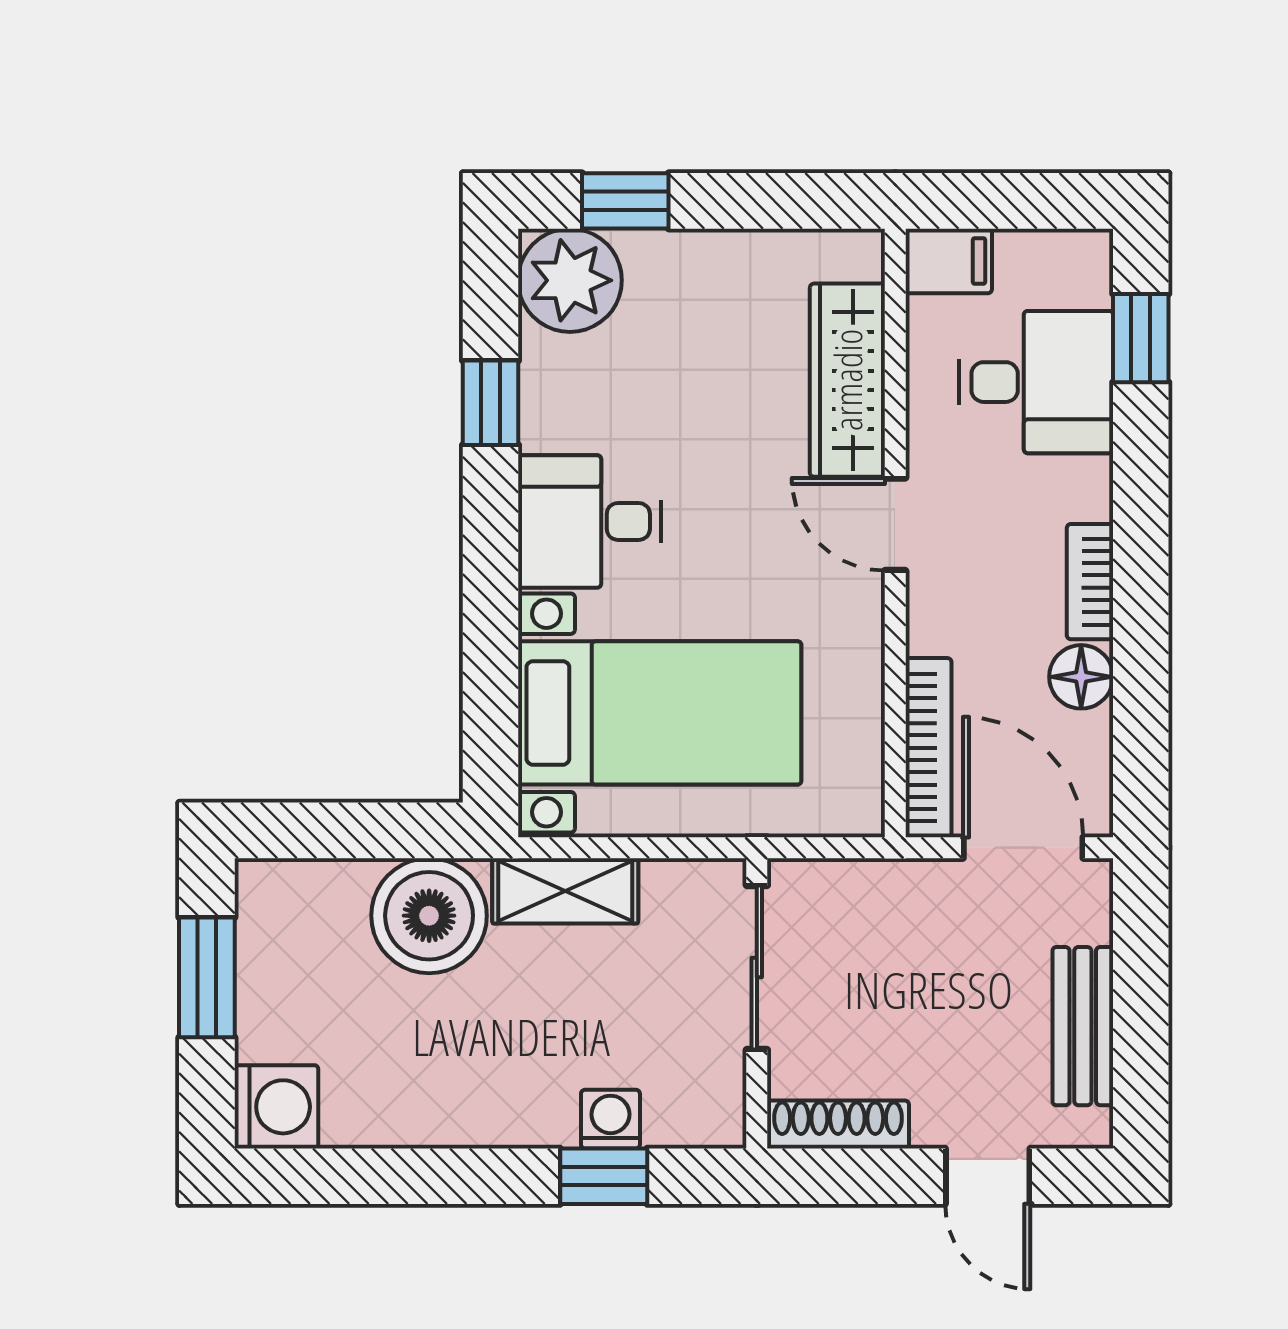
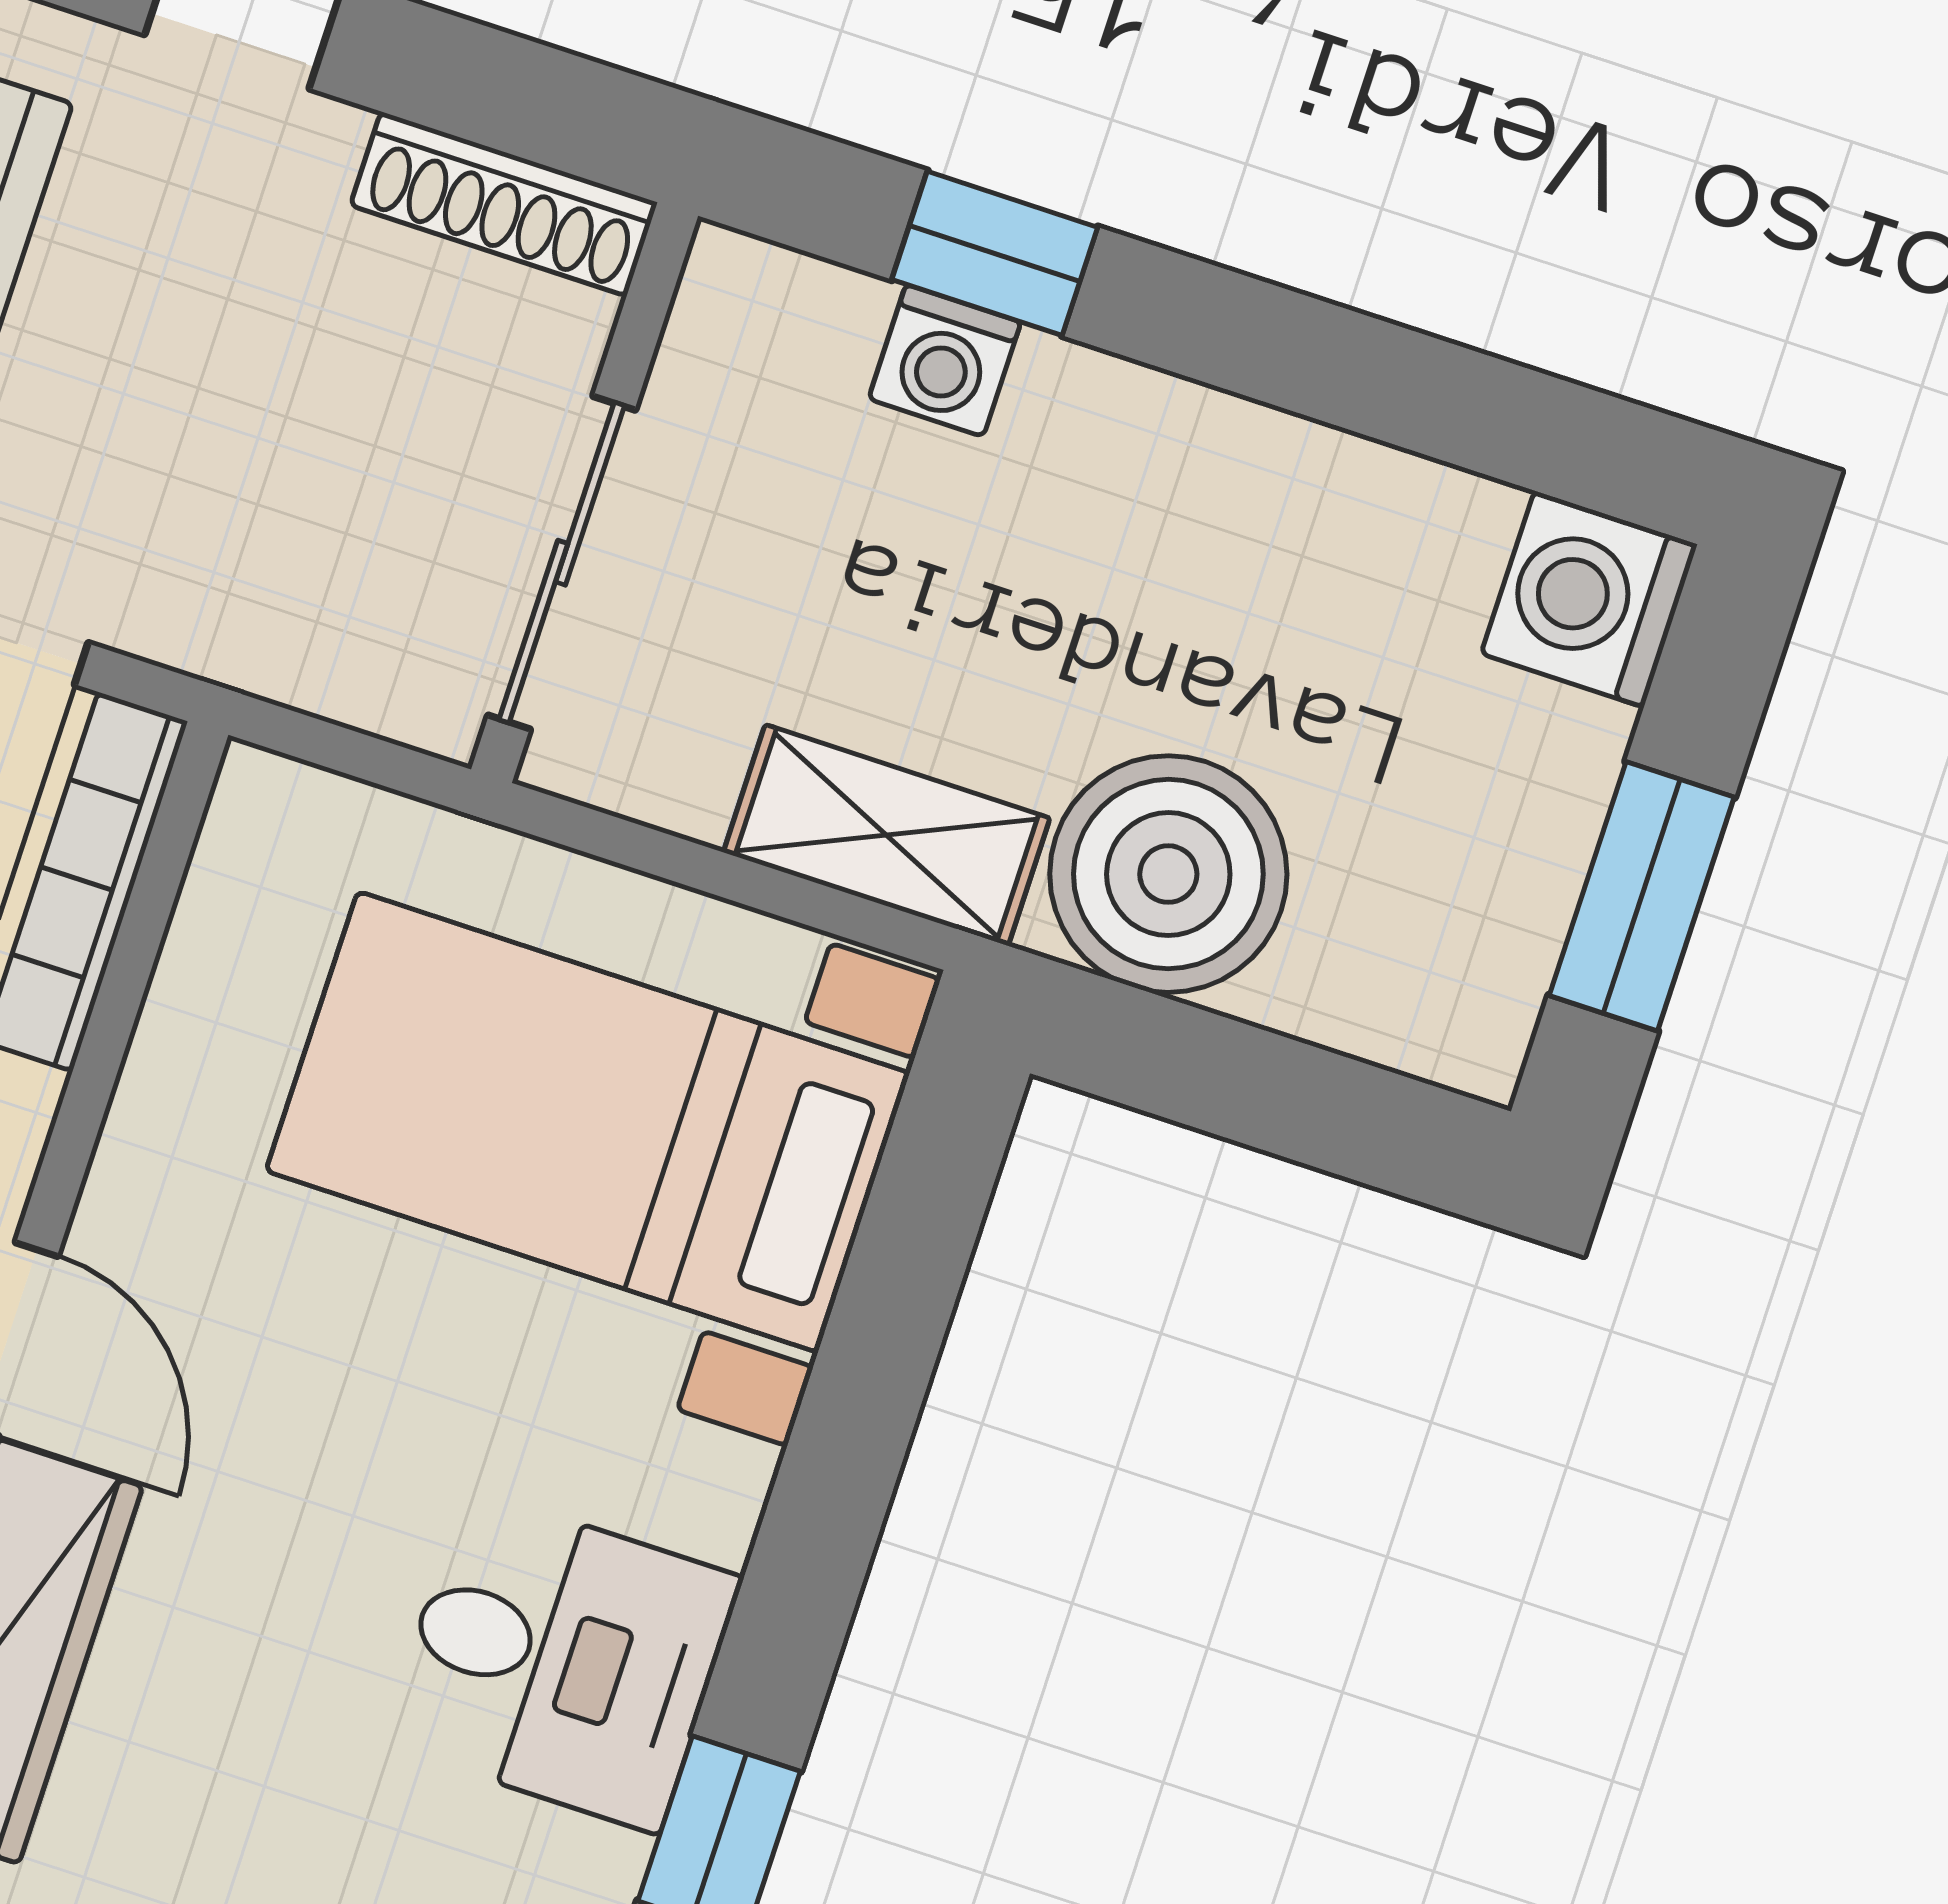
desk: (590, 521) -> (562, 1661), moved

